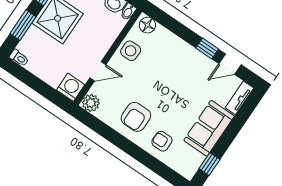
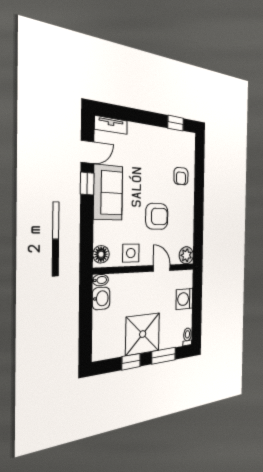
door: (230, 64) -> (88, 152), hinge flipped
washing machine: (71, 87) -> (184, 299), moved
armchair: (136, 117) -> (157, 216), moved
sofa: (209, 128) -> (108, 193), moved, turned -90

